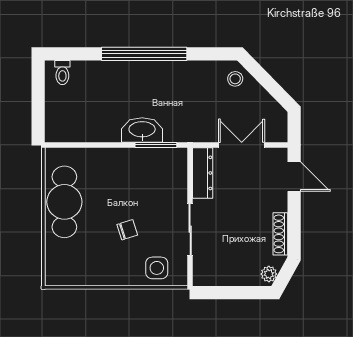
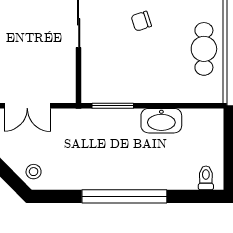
washbasin: (142, 130) -> (161, 121), moved
dresser: (203, 173) -> (66, 78), removed
cafe table: (64, 202) -> (204, 49), width x0.73, depth x0.74

